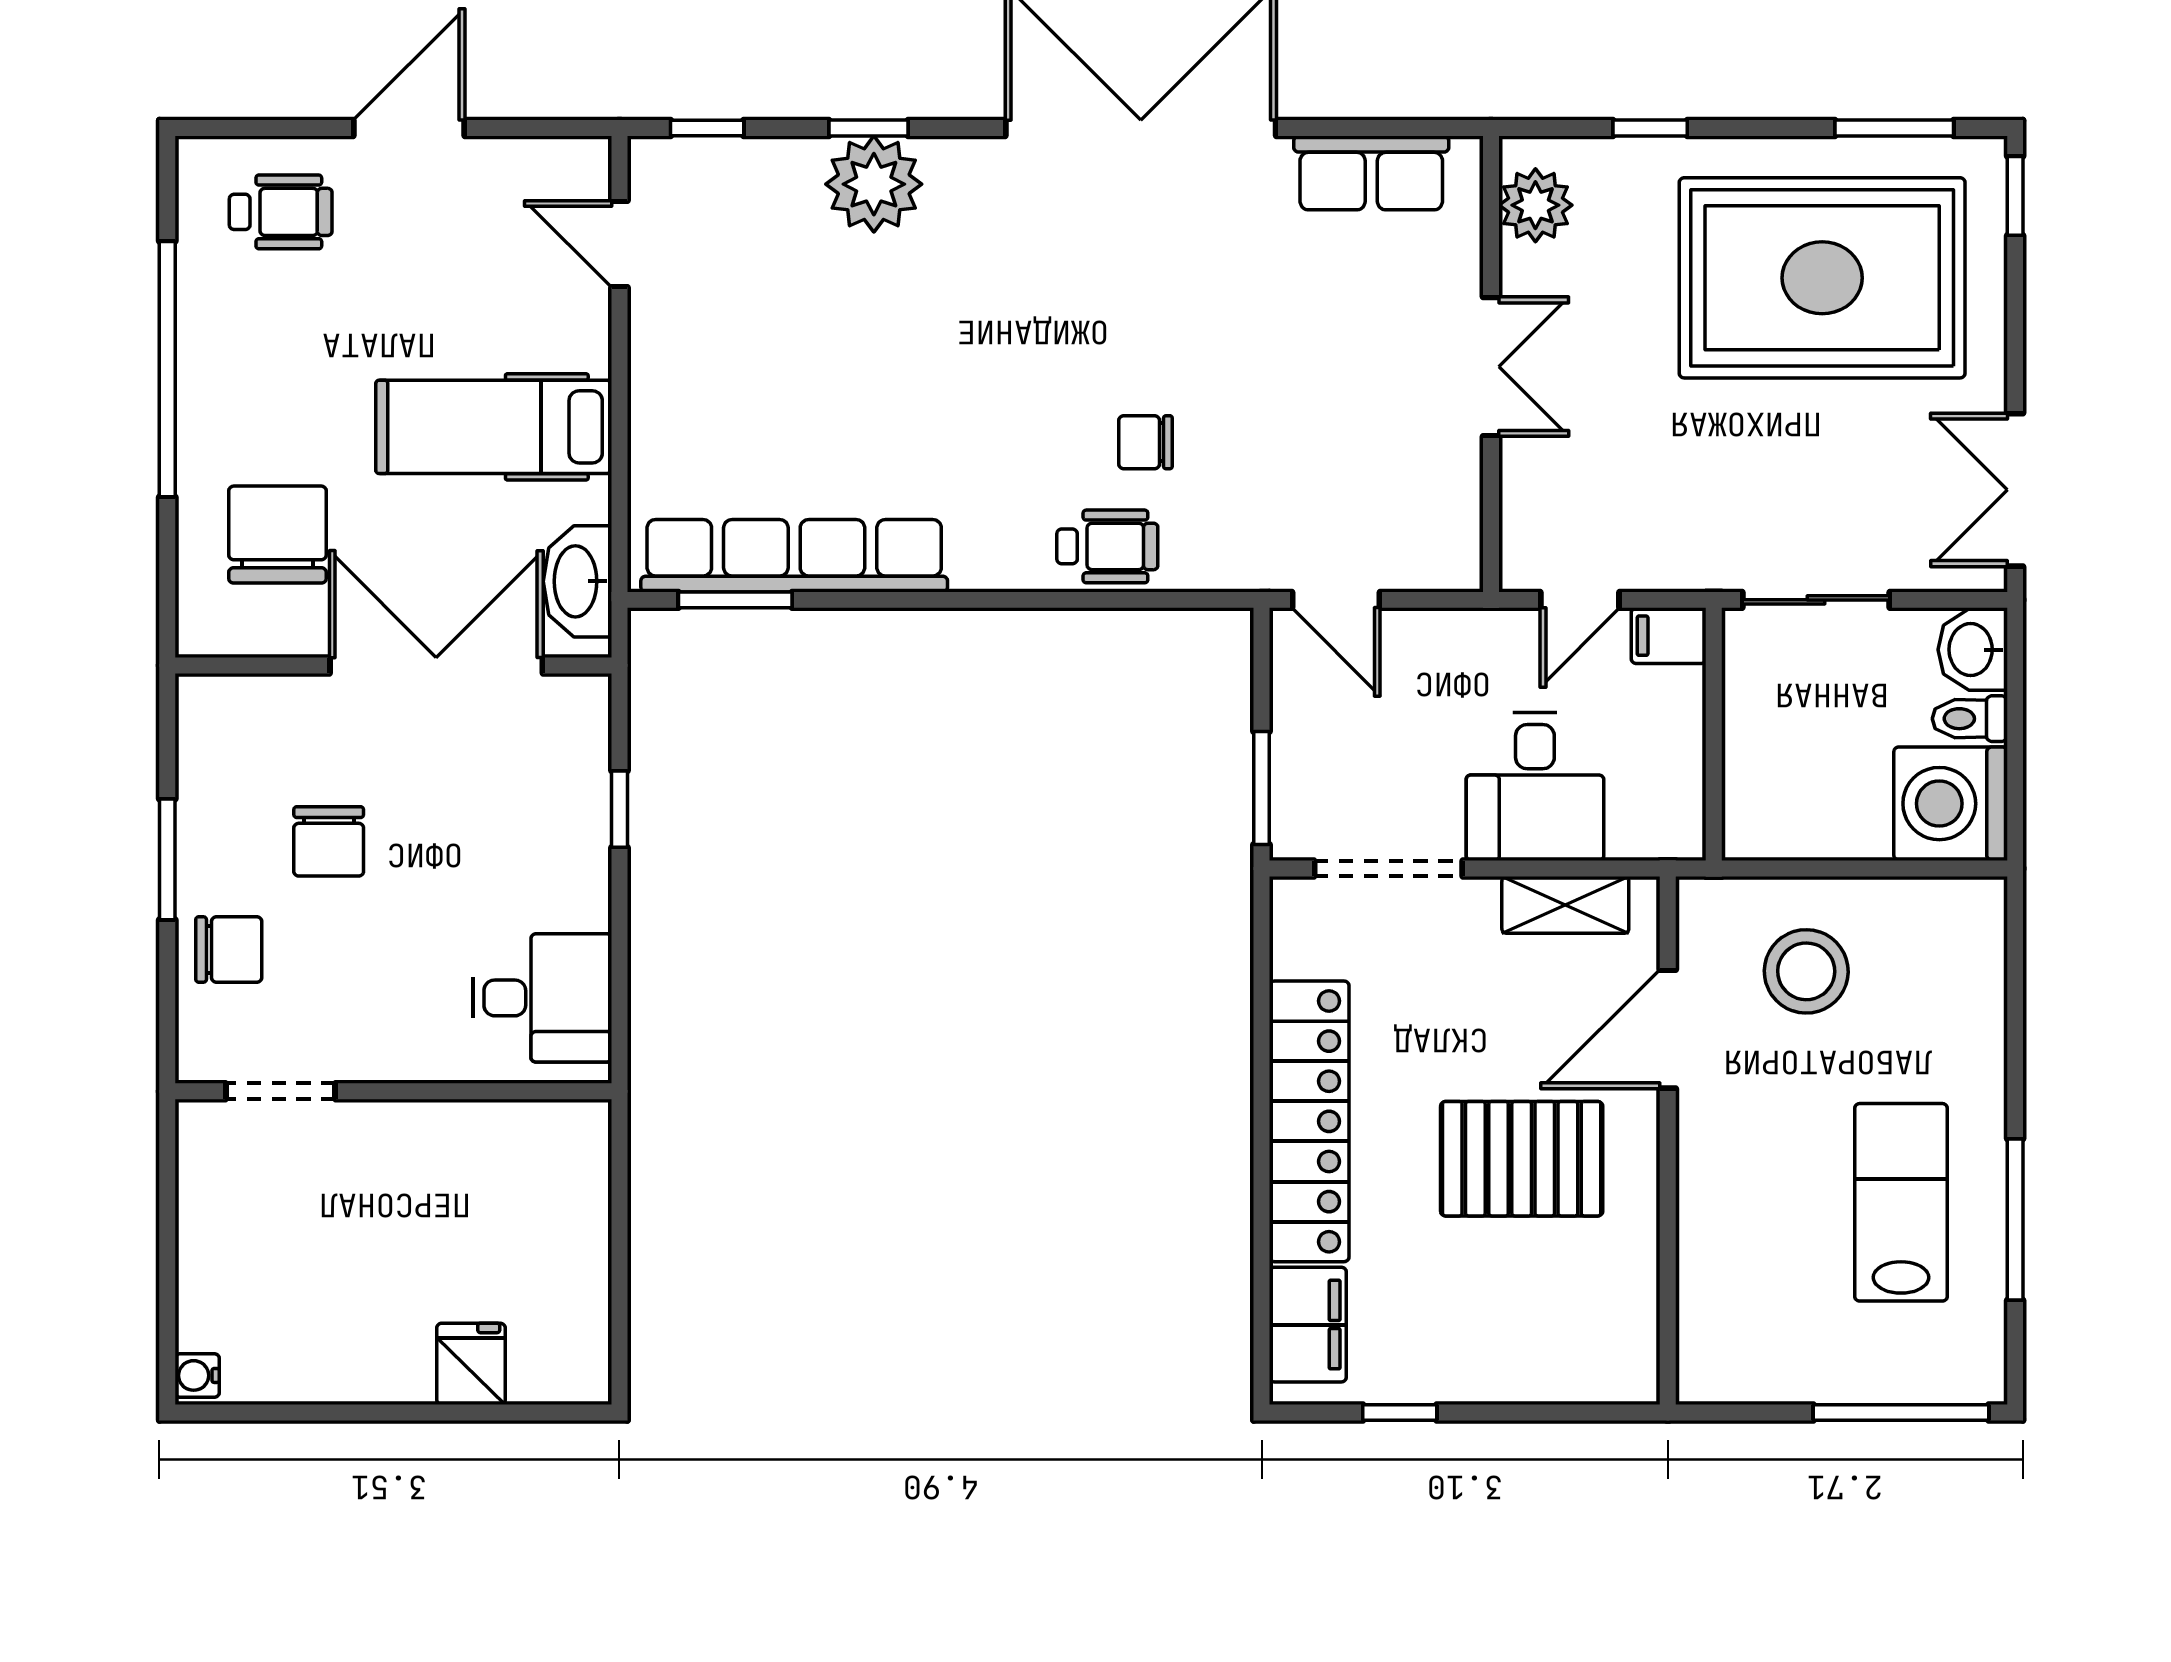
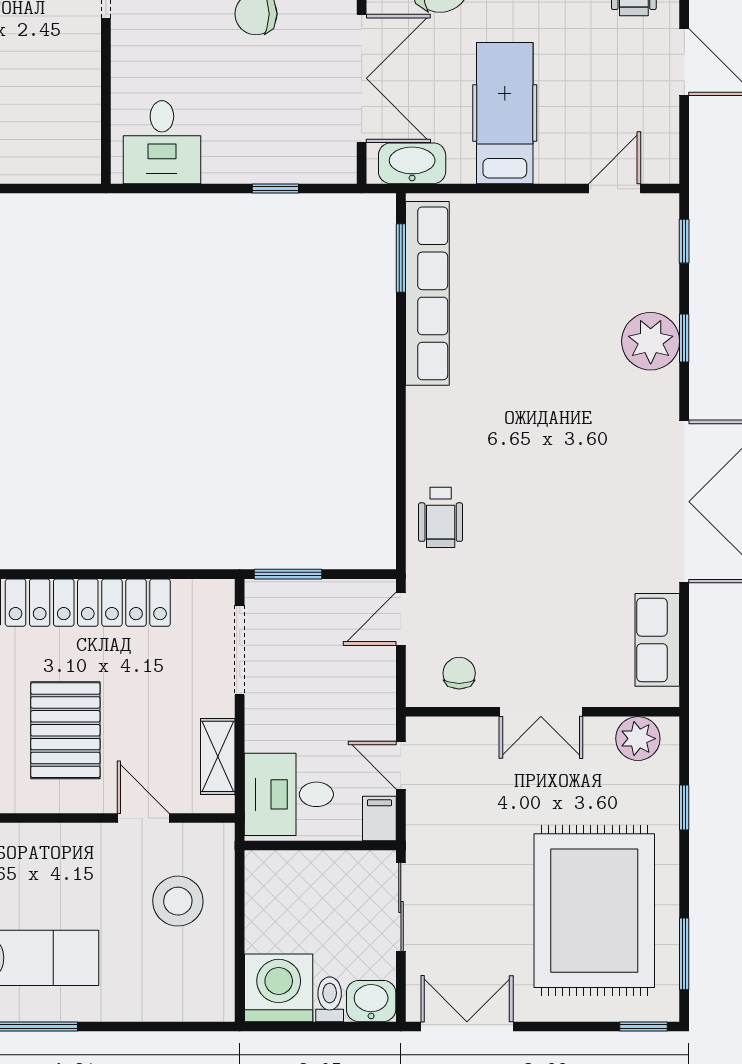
chair: (1146, 442) -> (459, 673), moved
wheelchair: (1107, 546) -> (441, 517), moved
desk: (1535, 787) -> (289, 794), moved
door: (1668, 1029) -> (143, 818), width x0.73

